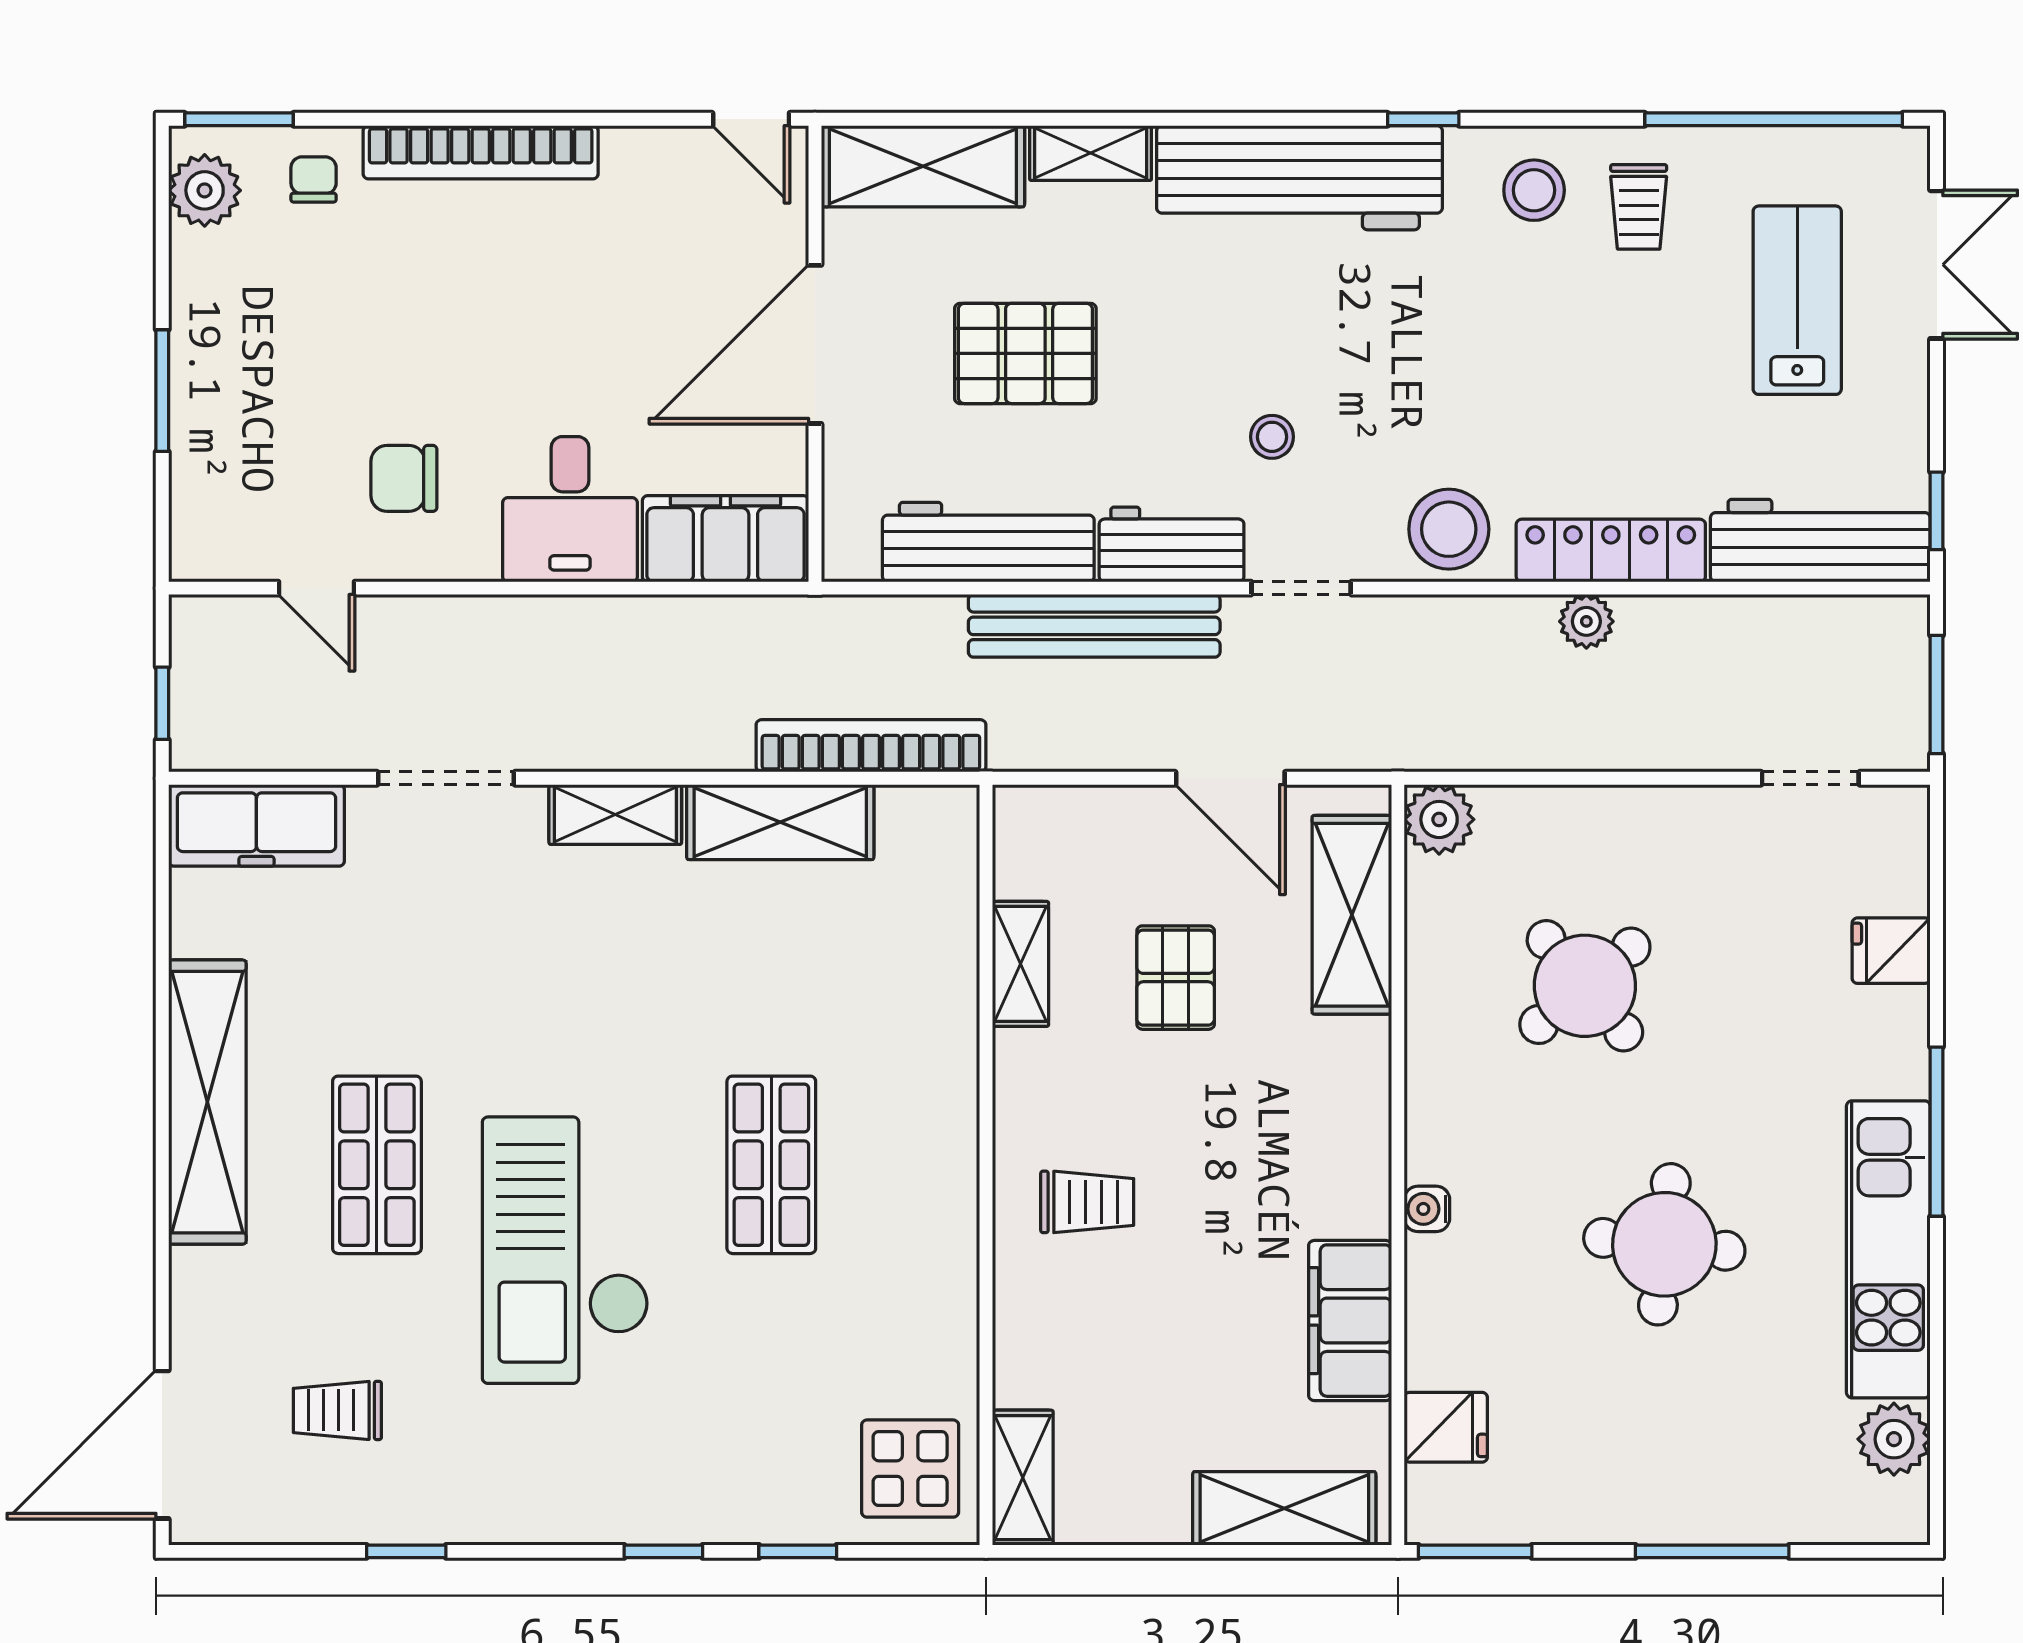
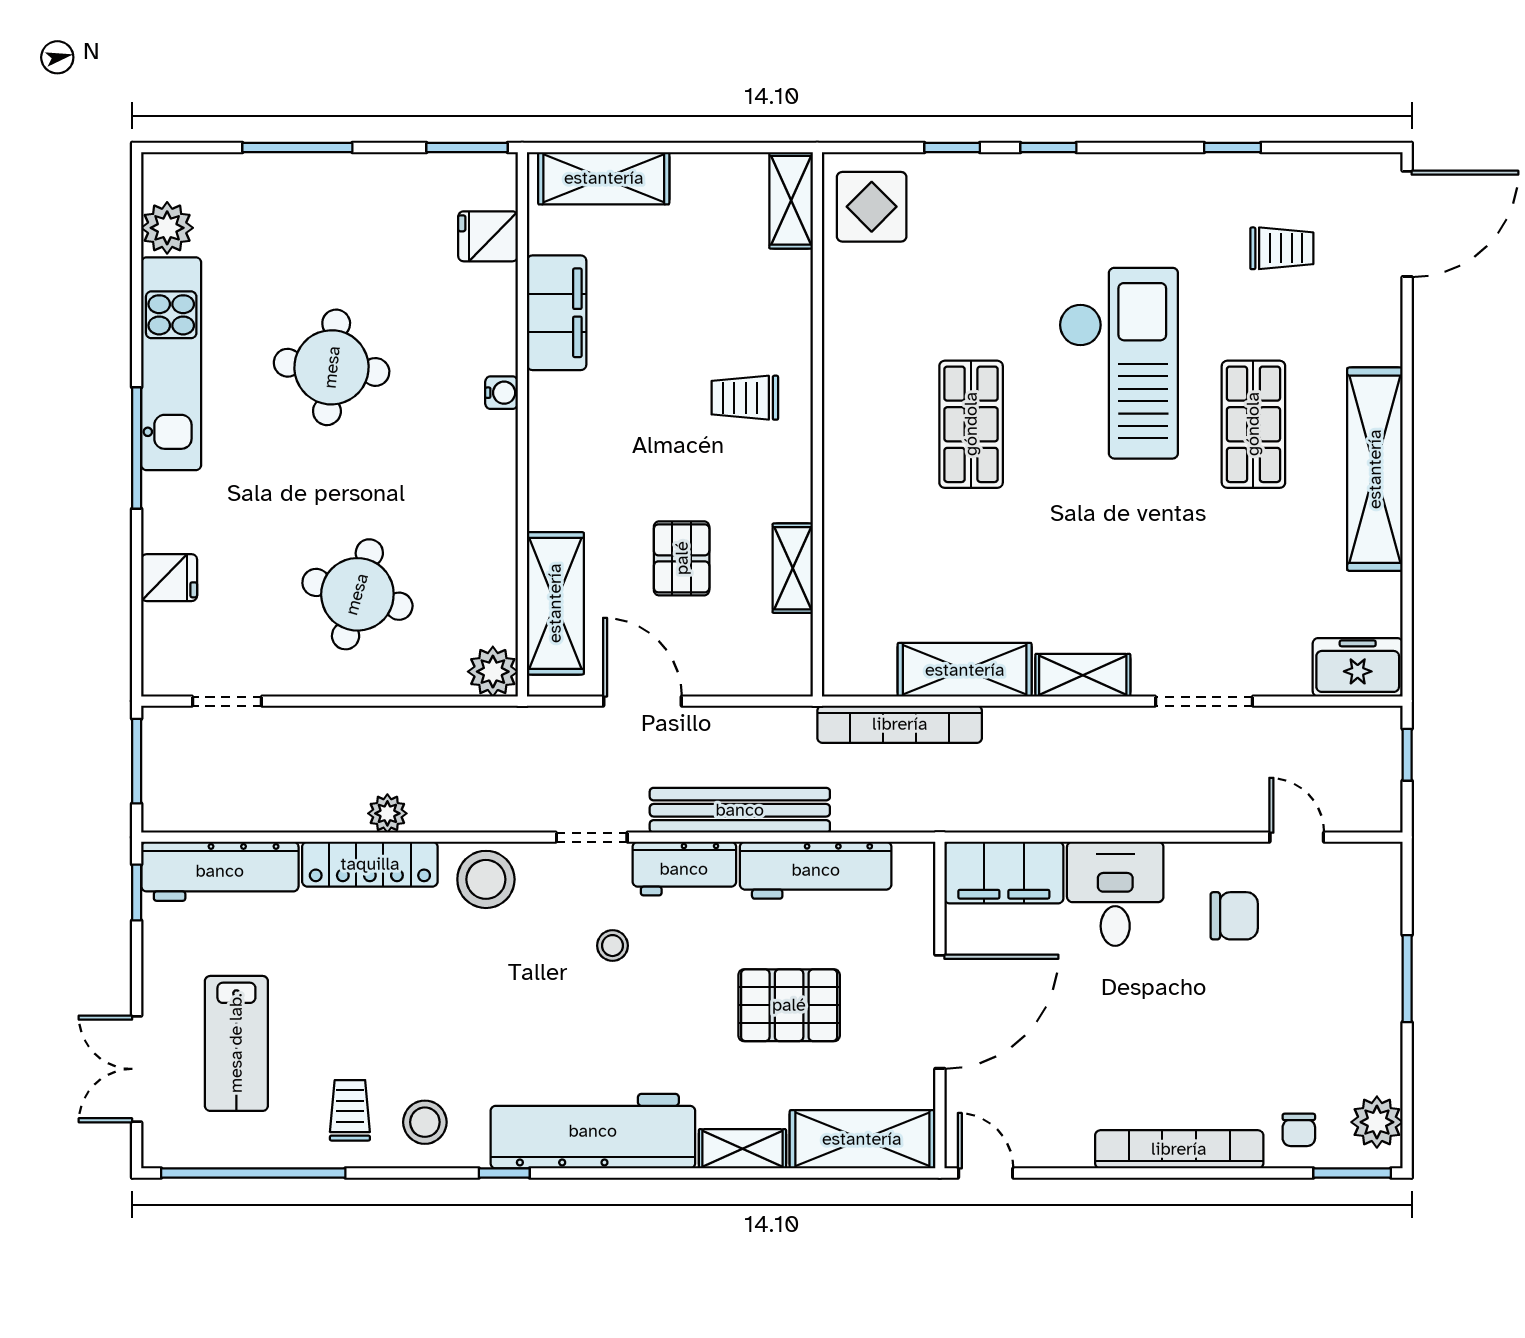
freezer: (256, 825) -> (1358, 667), width x0.71
round table: (1585, 986) -> (357, 594), moved, turned -34

